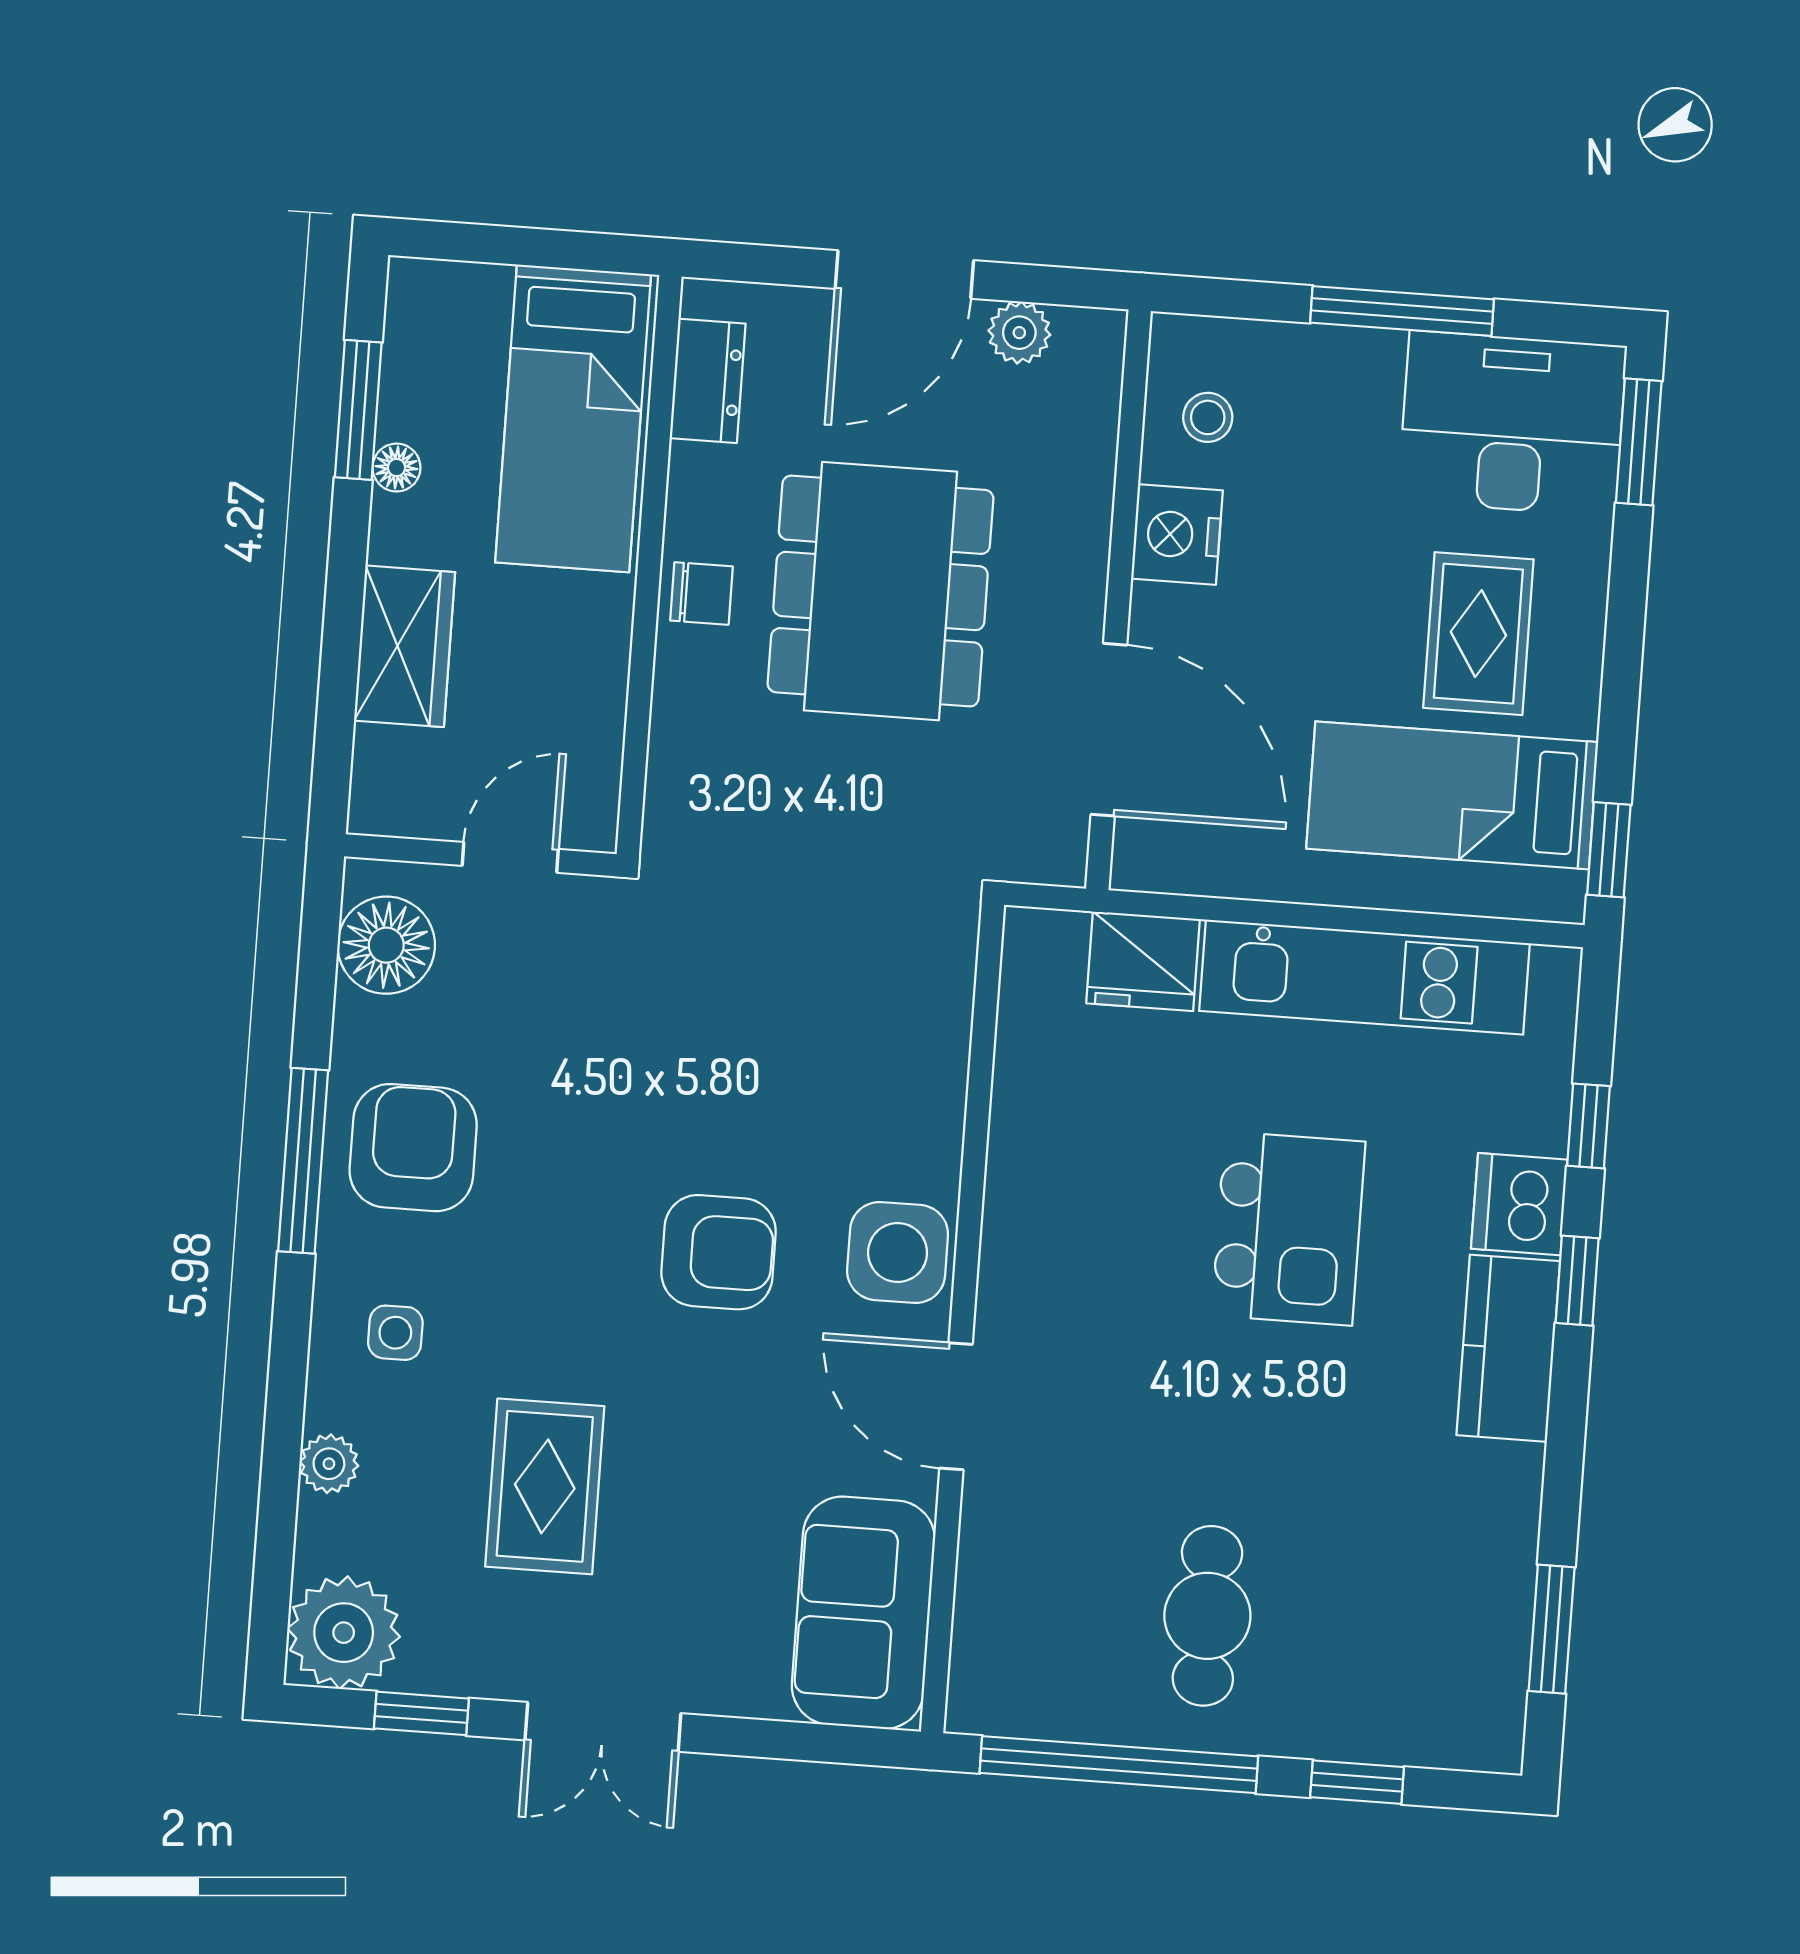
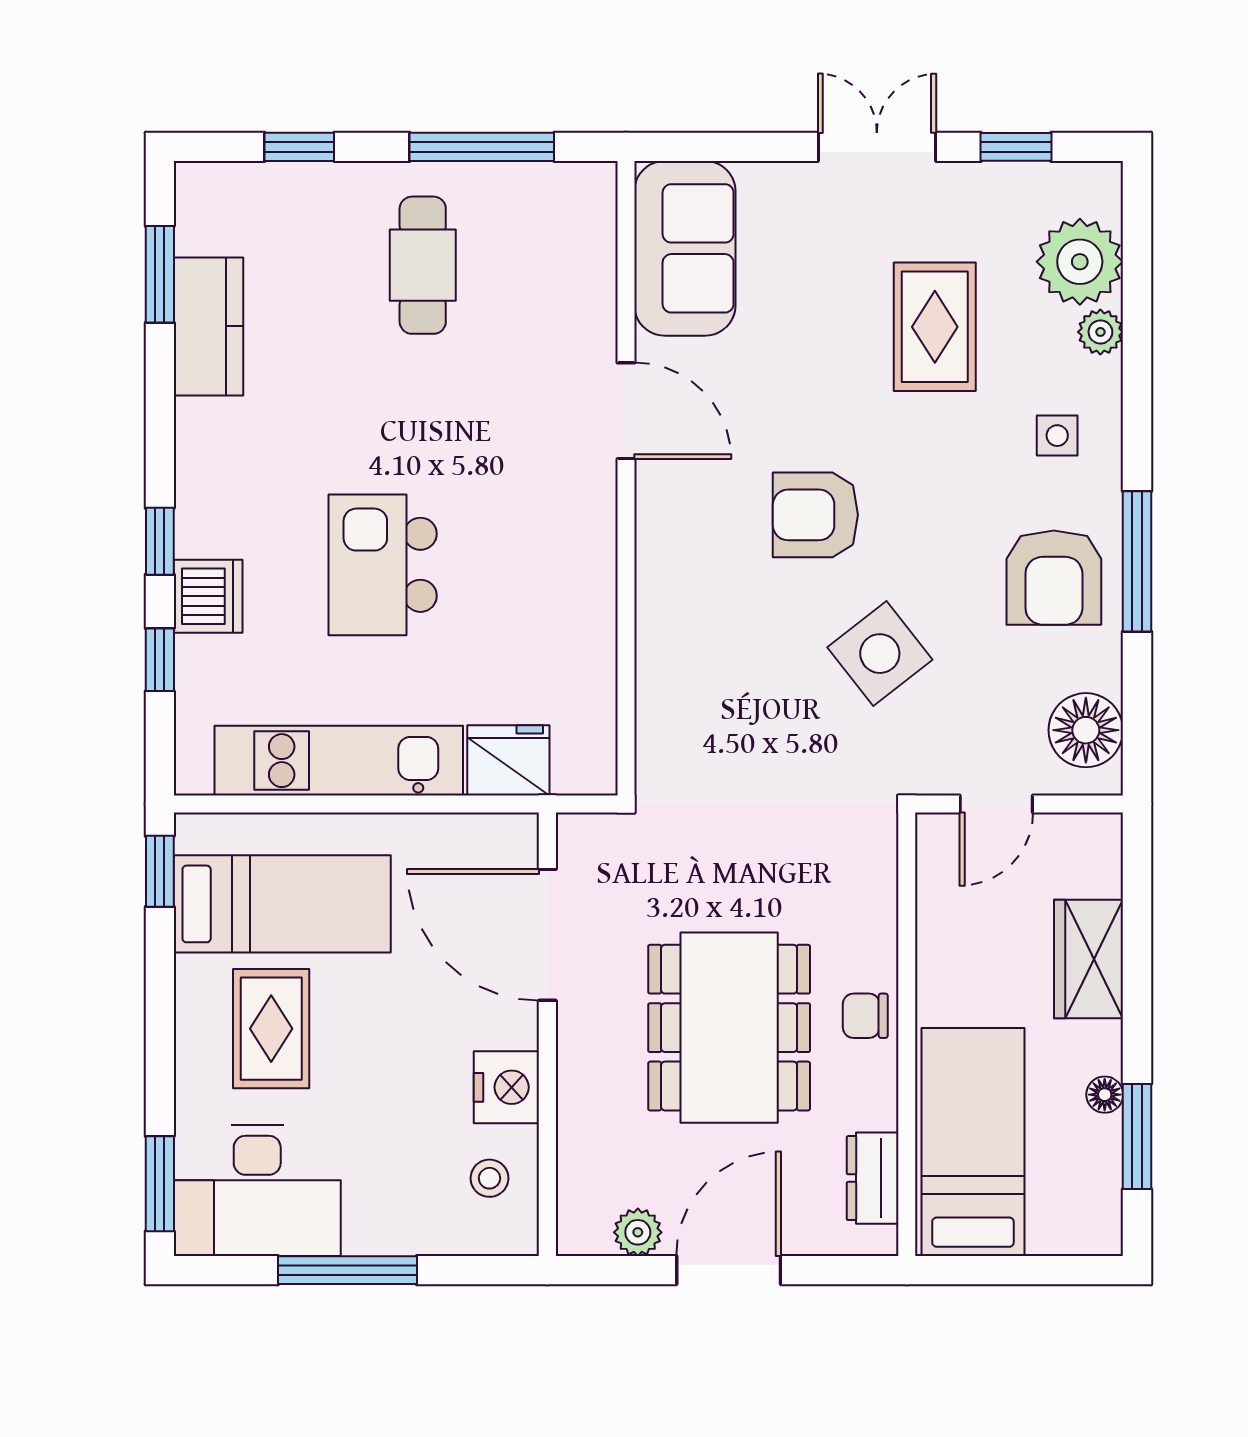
side table: (898, 1253) -> (880, 654), moved, turned -38
kitchen counter: (1508, 1348) -> (208, 326), moved
plant: (344, 1633) -> (1080, 262), moved
window: (1119, 1765) -> (482, 147), width x0.68

